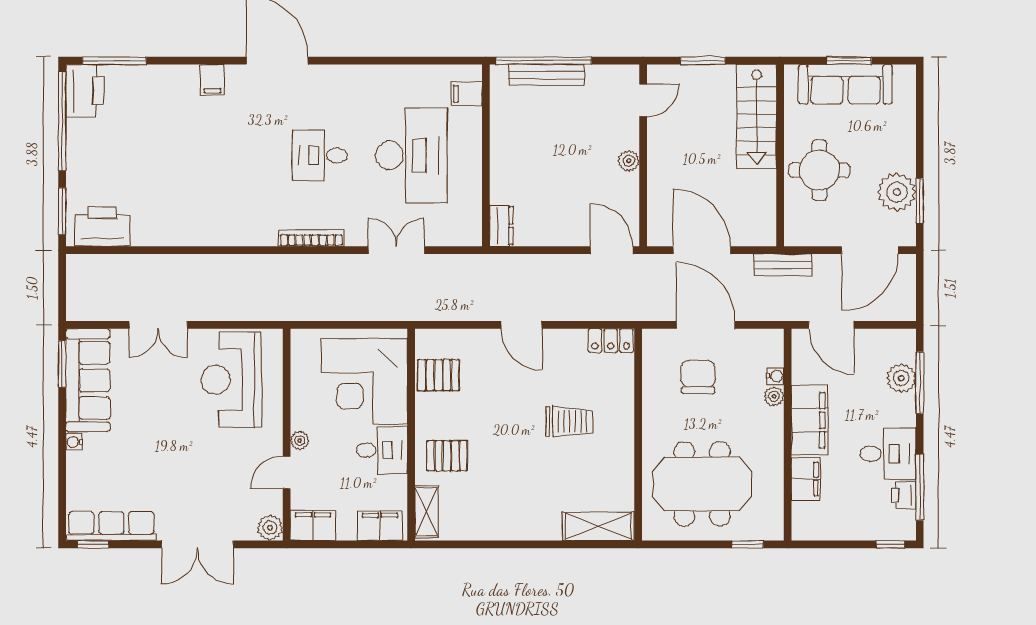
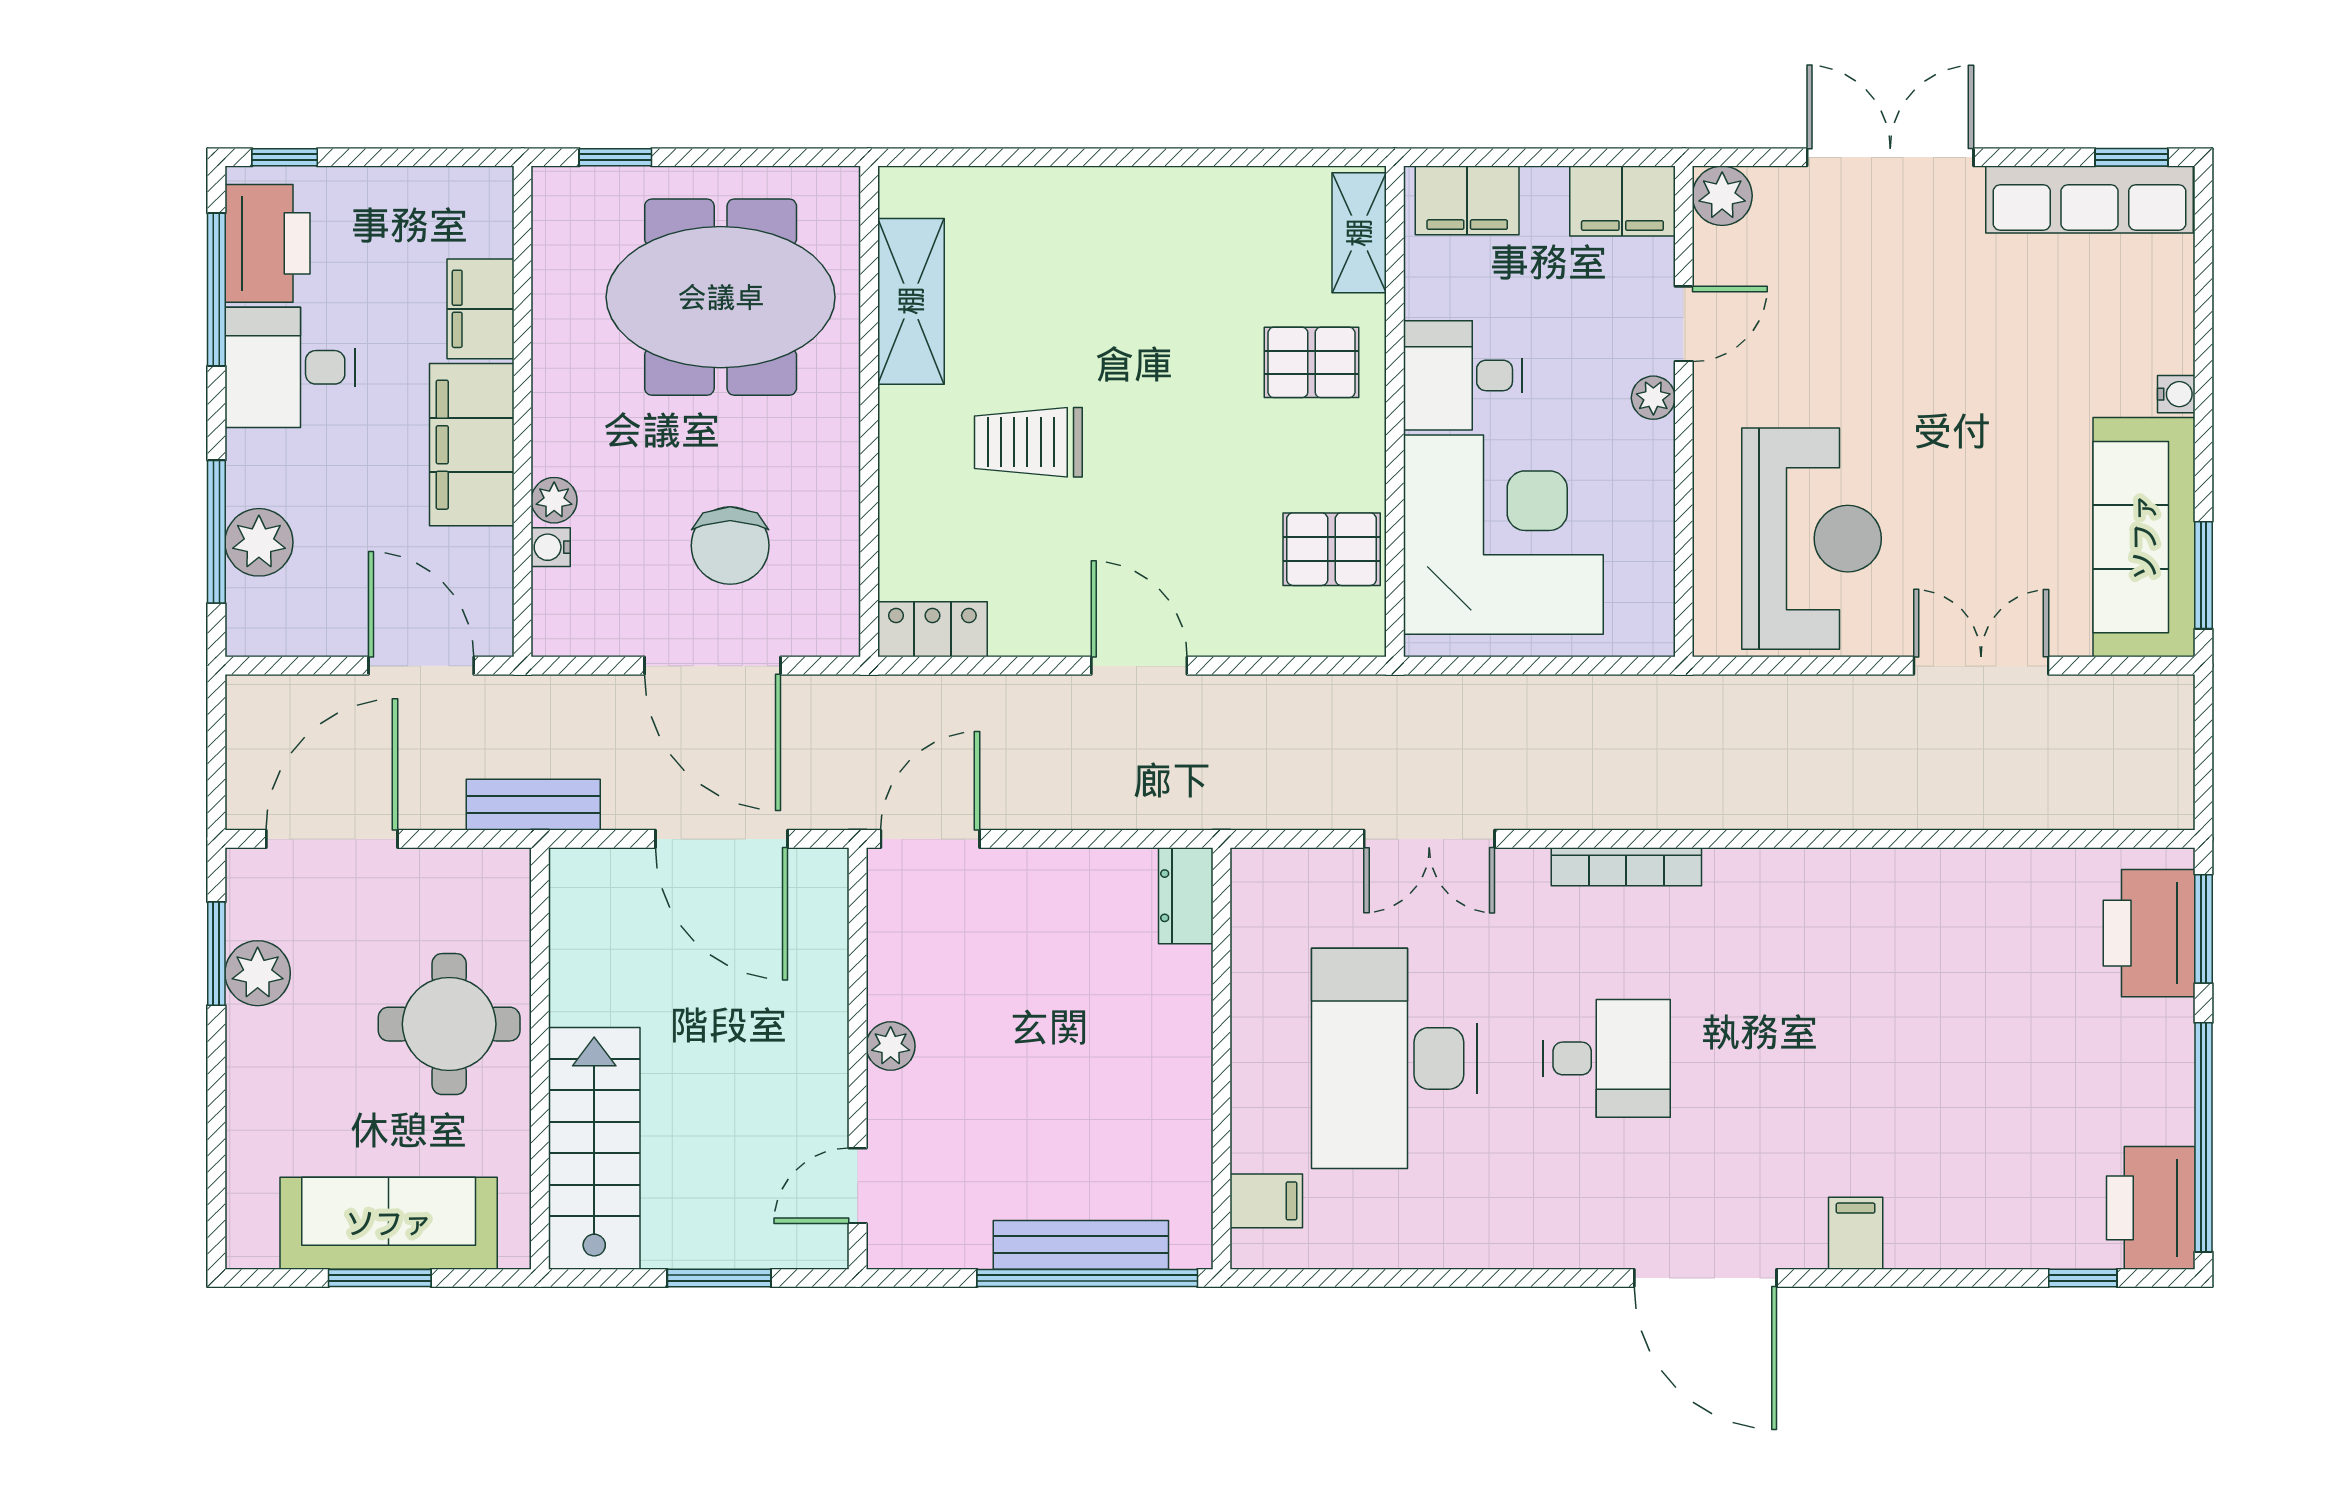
window: (114, 61) -> (2083, 1278), width x0.46
plant: (897, 192) -> (258, 973), width x0.73, depth x0.73
printer: (102, 227) -> (2149, 933), moved, turned 90
door: (612, 250) -> (930, 839), swing flipped
printer: (904, 495) -> (267, 243), width x1.87, depth x1.48
shelving: (598, 526) -> (911, 301), moved, turned 90

